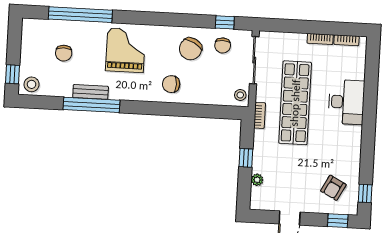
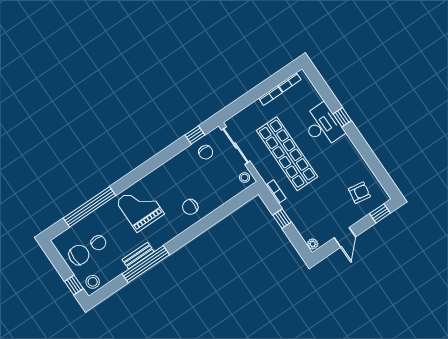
chair: (191, 49) -> (79, 255), moved, turned -118
bookcase: (260, 115) -> (276, 192), moved
plant: (257, 180) -> (313, 244), moved
armchair: (333, 188) -> (359, 193), turned -109
window: (365, 193) -> (342, 117), moved

